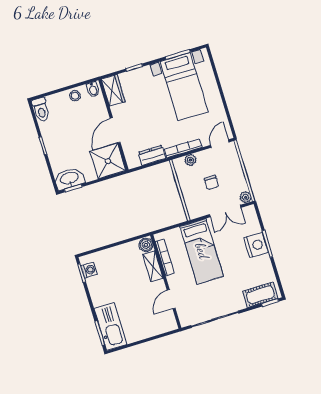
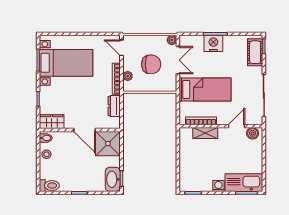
chair: (211, 182) -> (151, 64), width x1.87, depth x1.87
boiler: (146, 245) -> (253, 133), moved
washing machine: (89, 270) -> (218, 186), moved
door: (171, 299) -> (236, 126), swing flipped

